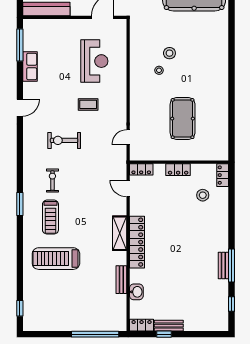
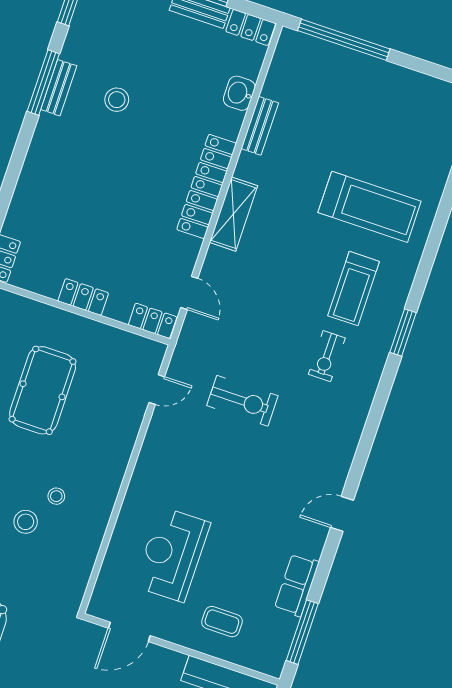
coffee table: (88, 104) -> (222, 622), moved
exercise bike: (64, 140) -> (242, 401), moved
stool: (203, 195) -> (117, 100), moved
treadmill: (50, 217) -> (354, 289), turned 180

